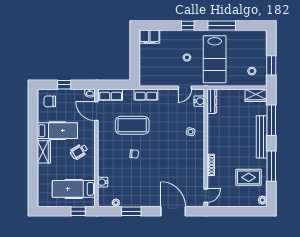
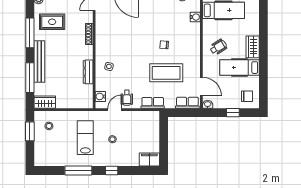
lab bench: (215, 59) -> (85, 138), width x0.73, depth x0.72
wheelchair: (172, 100) -> (127, 98), added
dresser: (212, 101) -> (88, 72), moved

